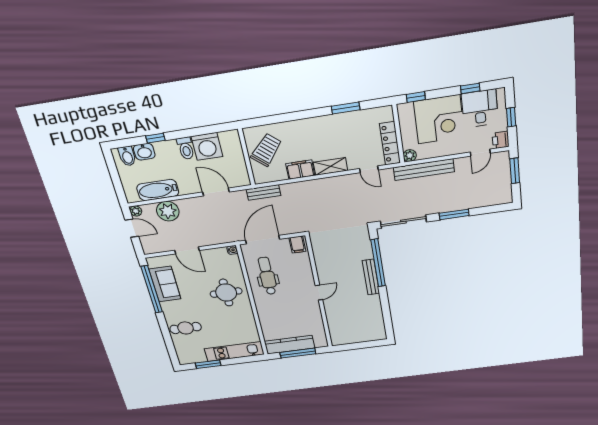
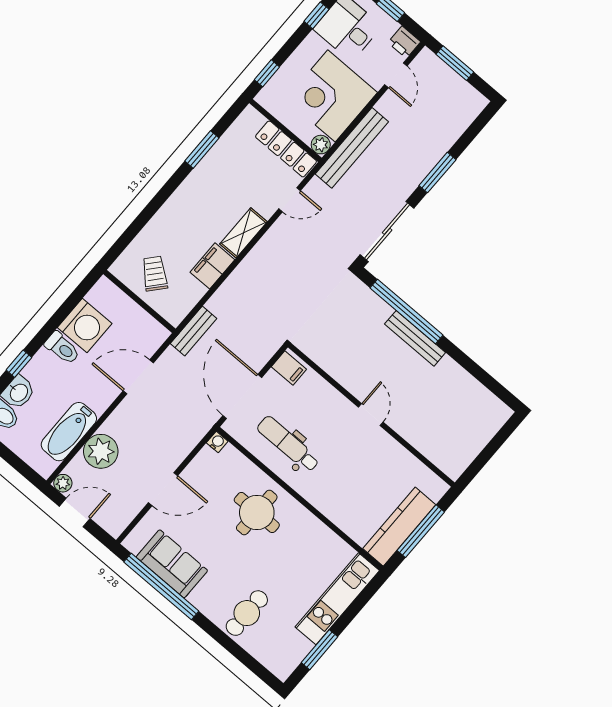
corner desk: (439, 119) -> (331, 96), moved, turned 180
trolley: (266, 150) -> (155, 274), width x0.73, depth x0.72

